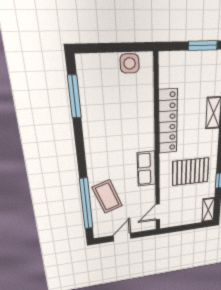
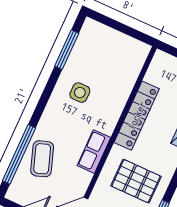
side table: (130, 63) -> (80, 93), moved

